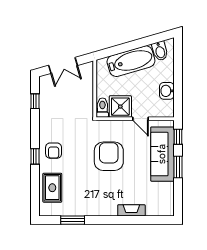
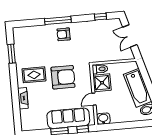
washbasin: (167, 91) -> (103, 119), moved
window: (35, 156) -> (58, 20), width x2.17
rug: (52, 188) -> (34, 75), moved

